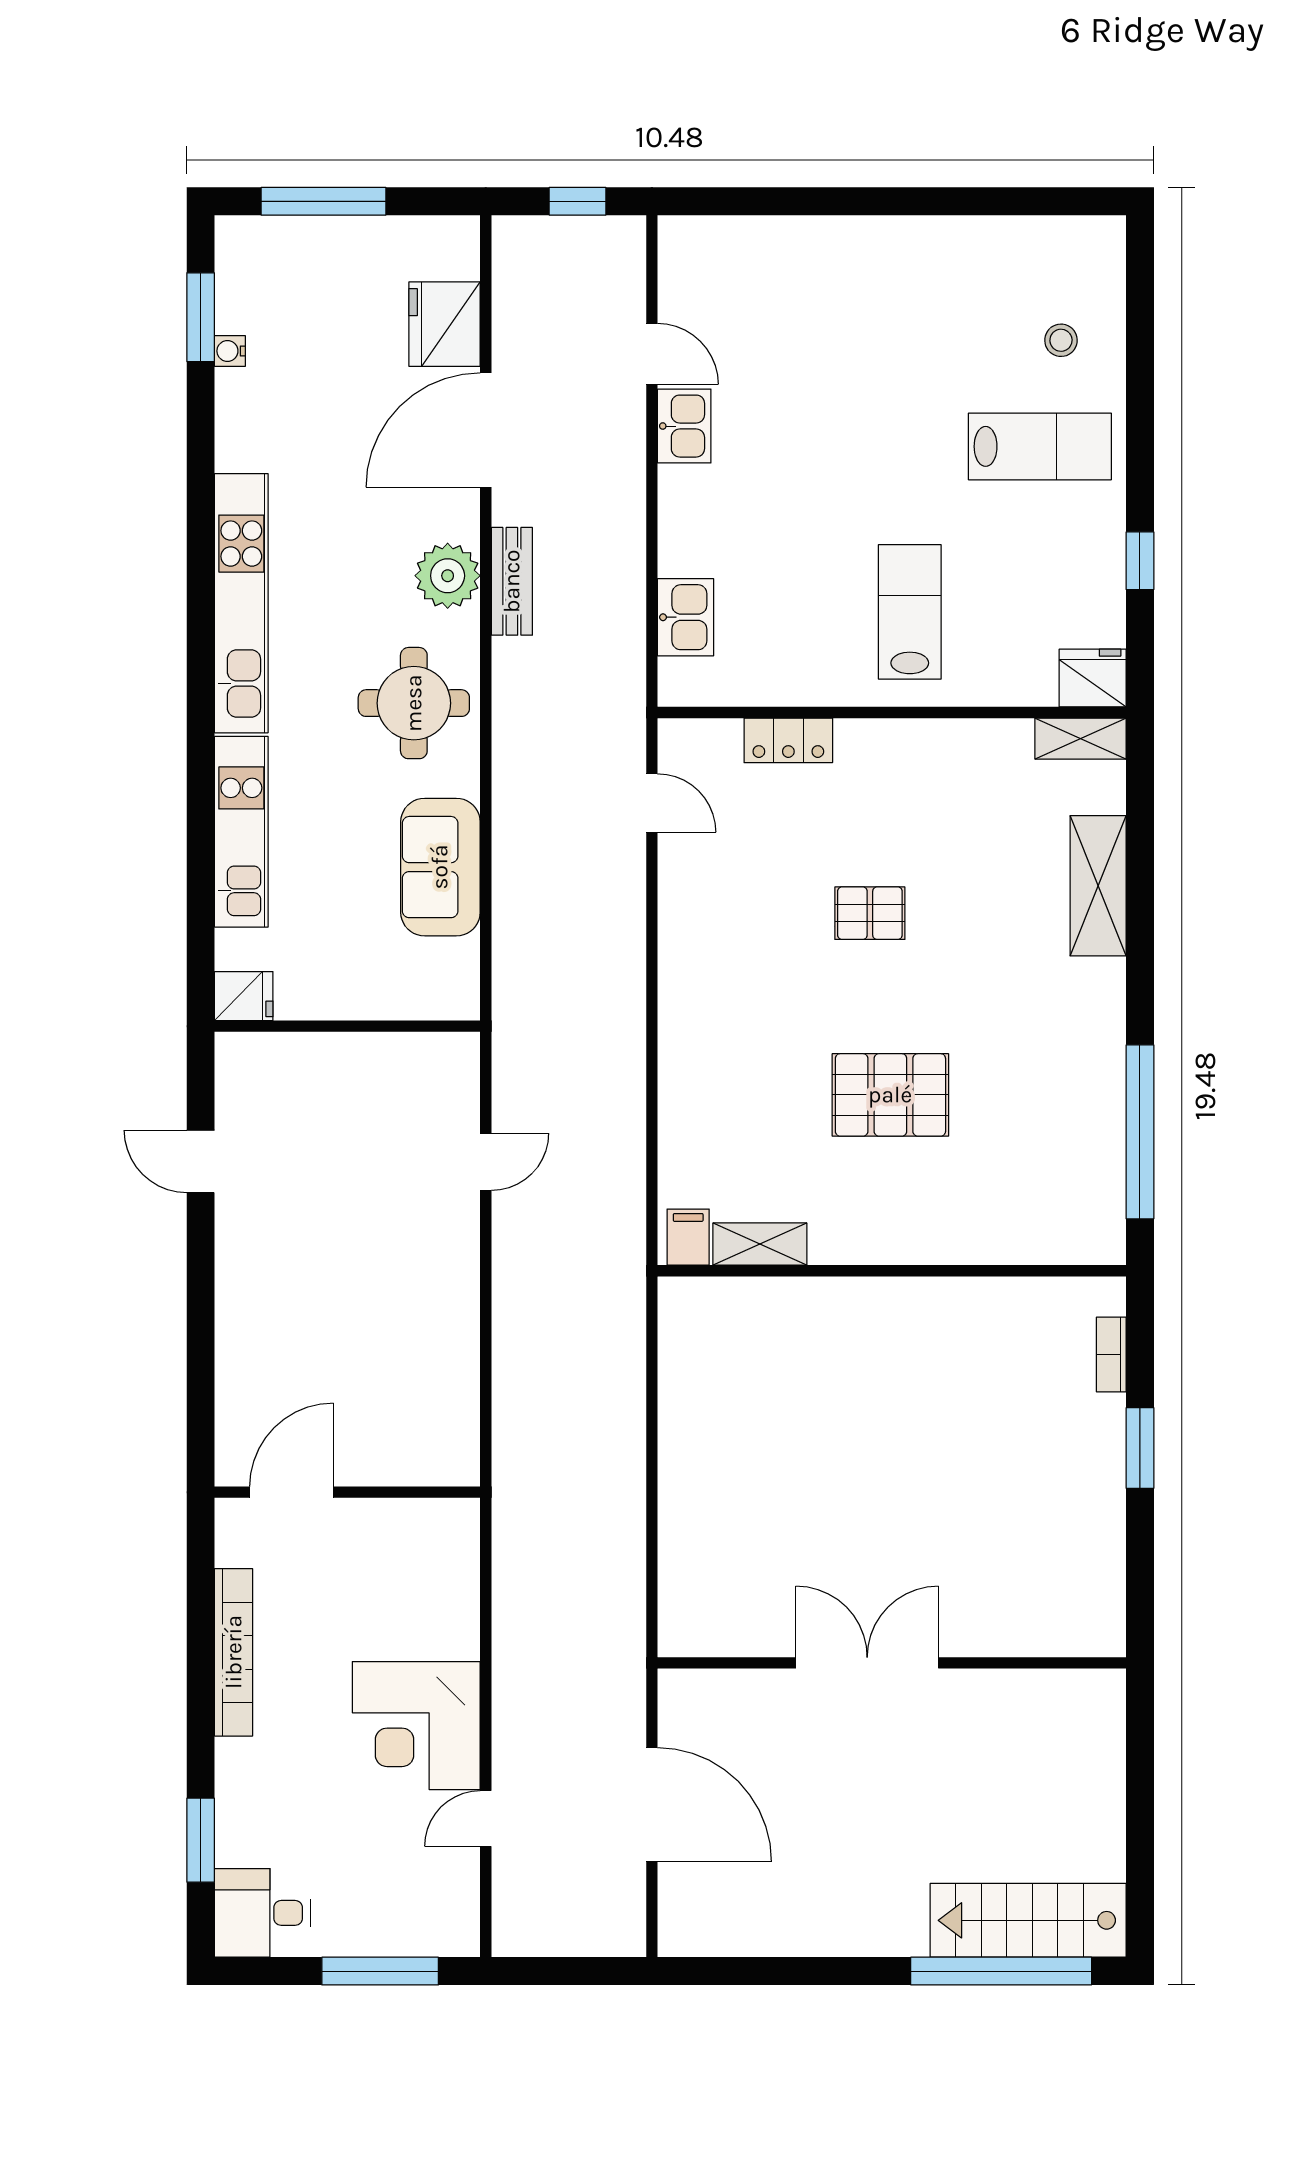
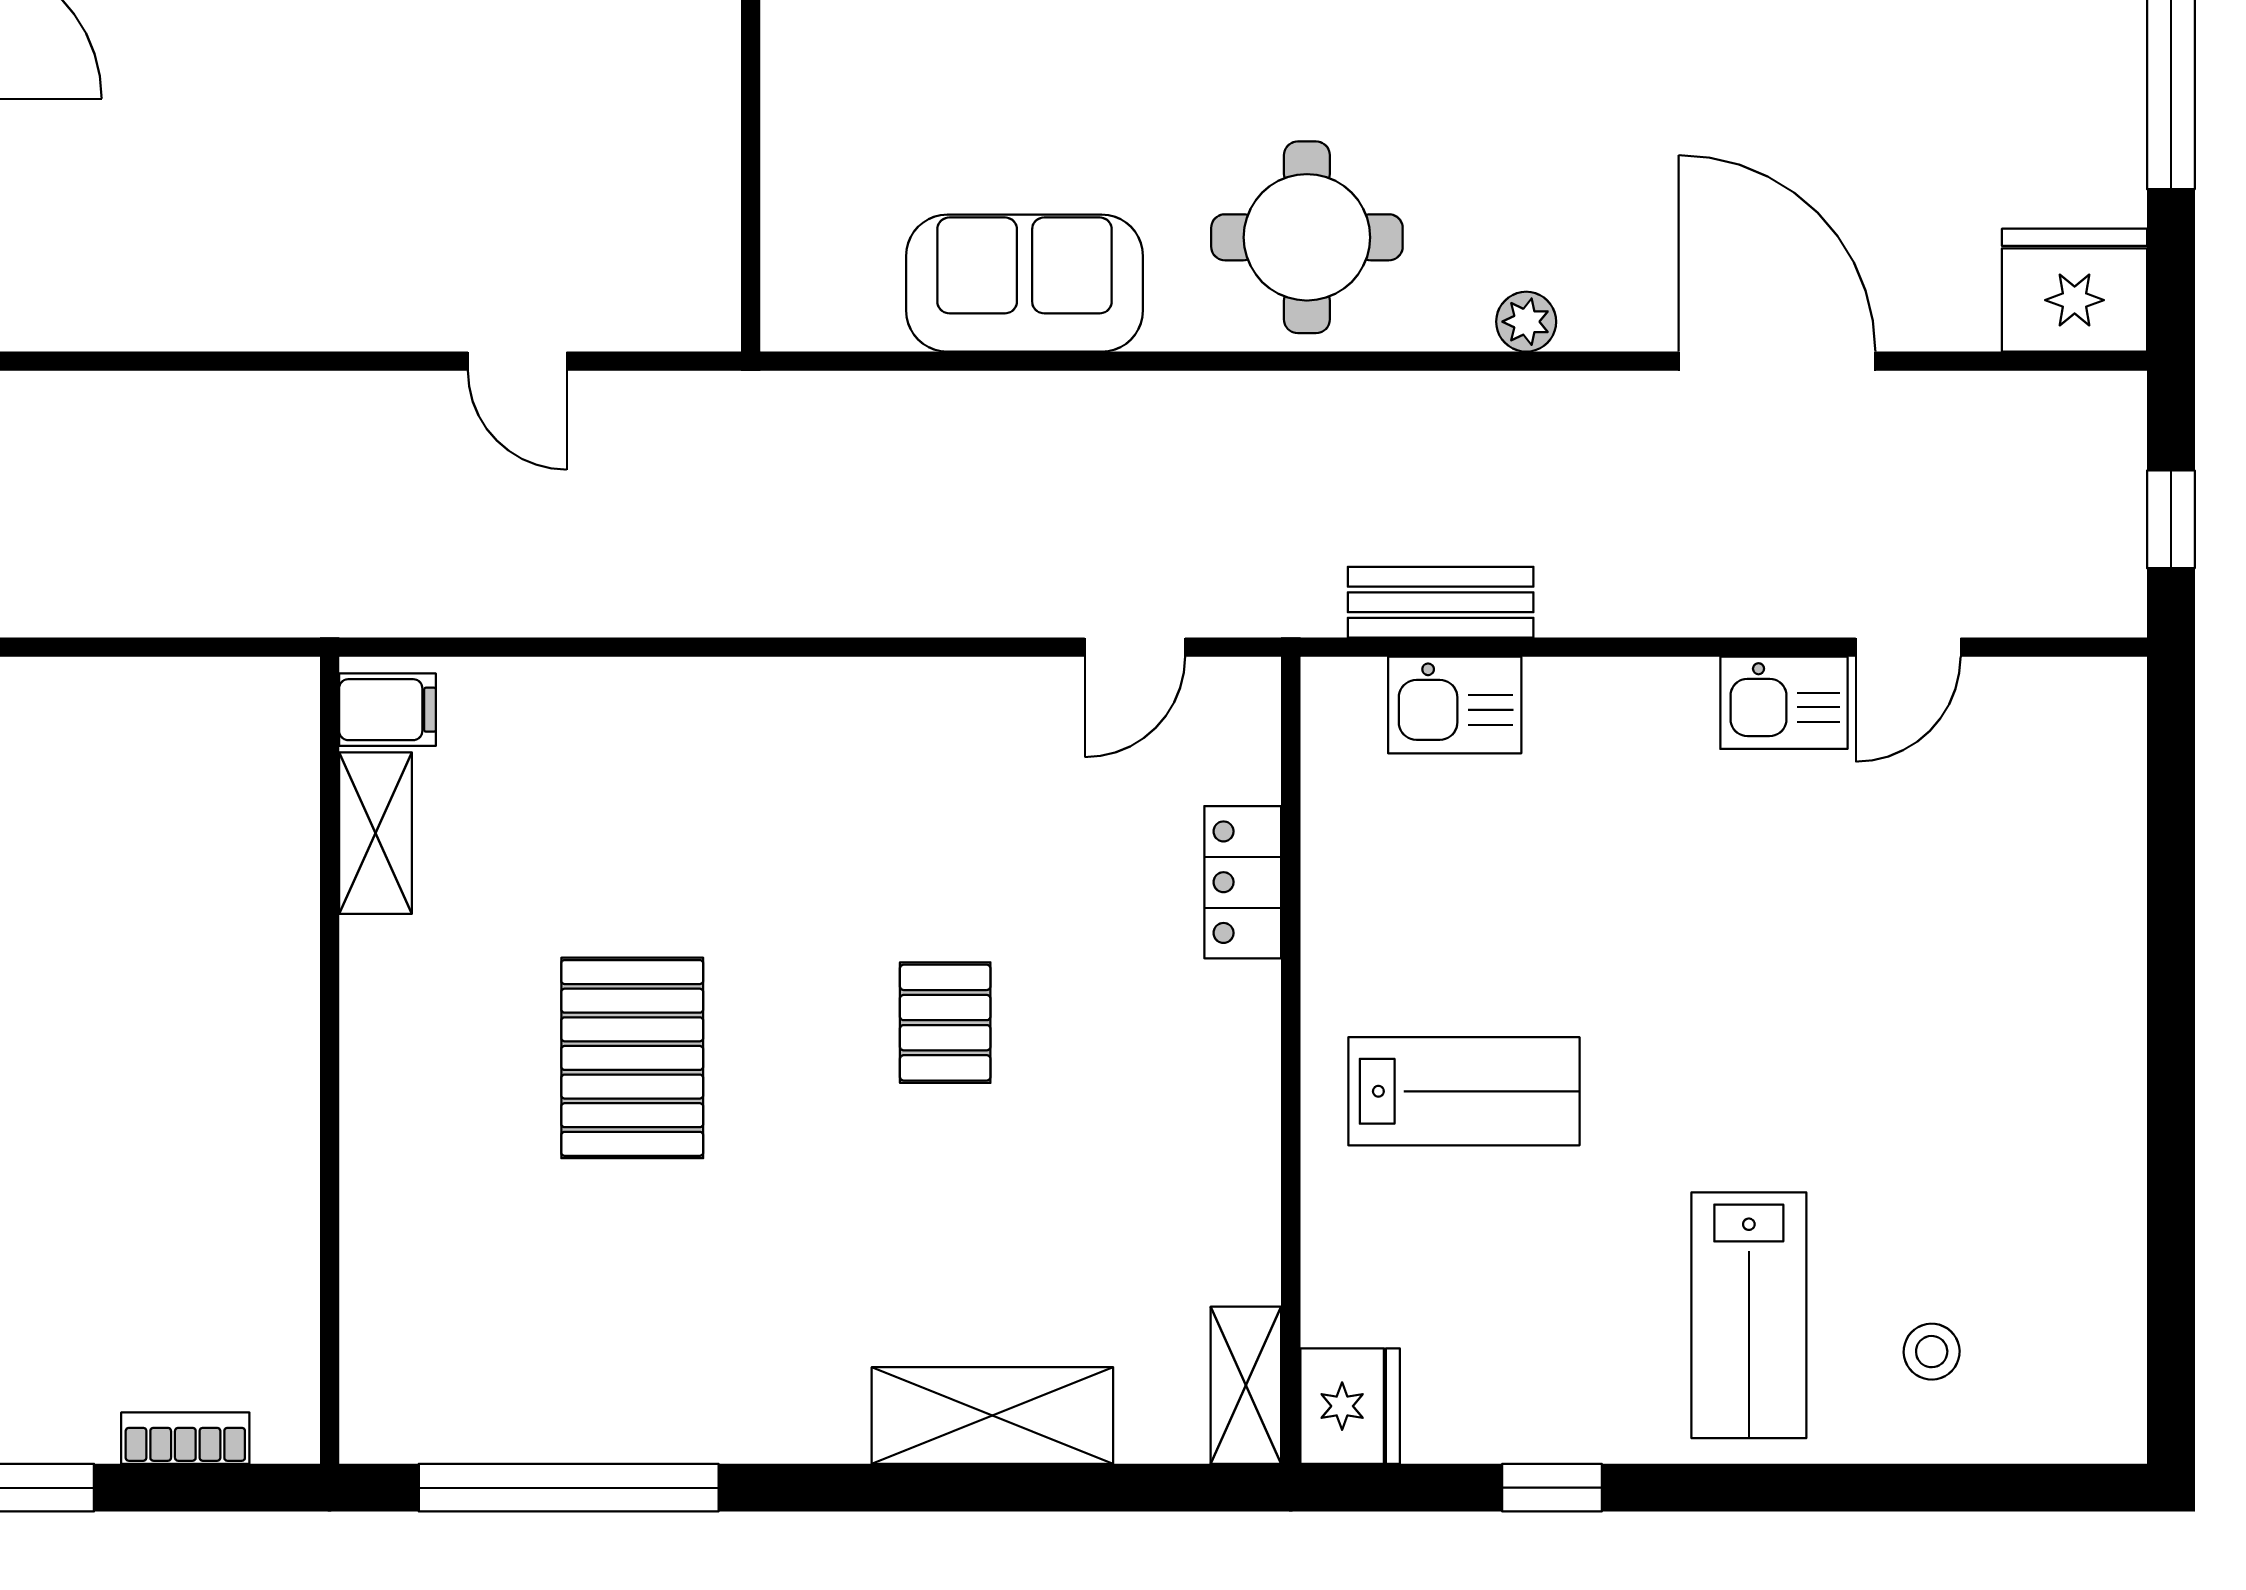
fridge: (445, 324) -> (2075, 290), moved
plant: (448, 576) -> (1526, 322), width x0.53, depth x0.53
bench: (512, 581) -> (1441, 602), moved

